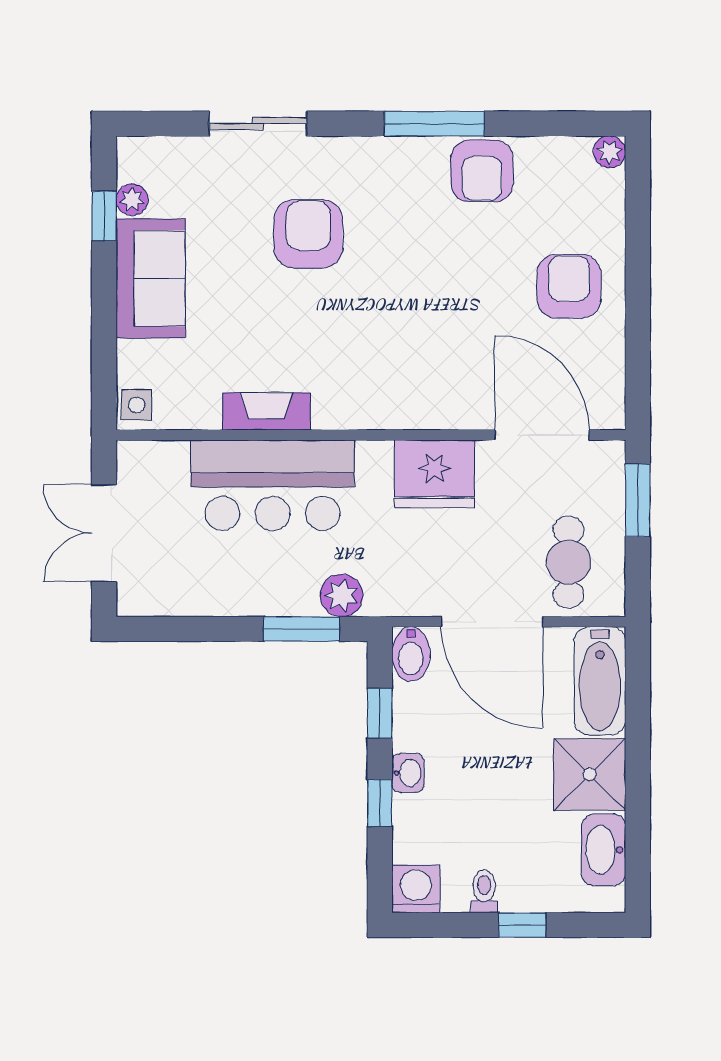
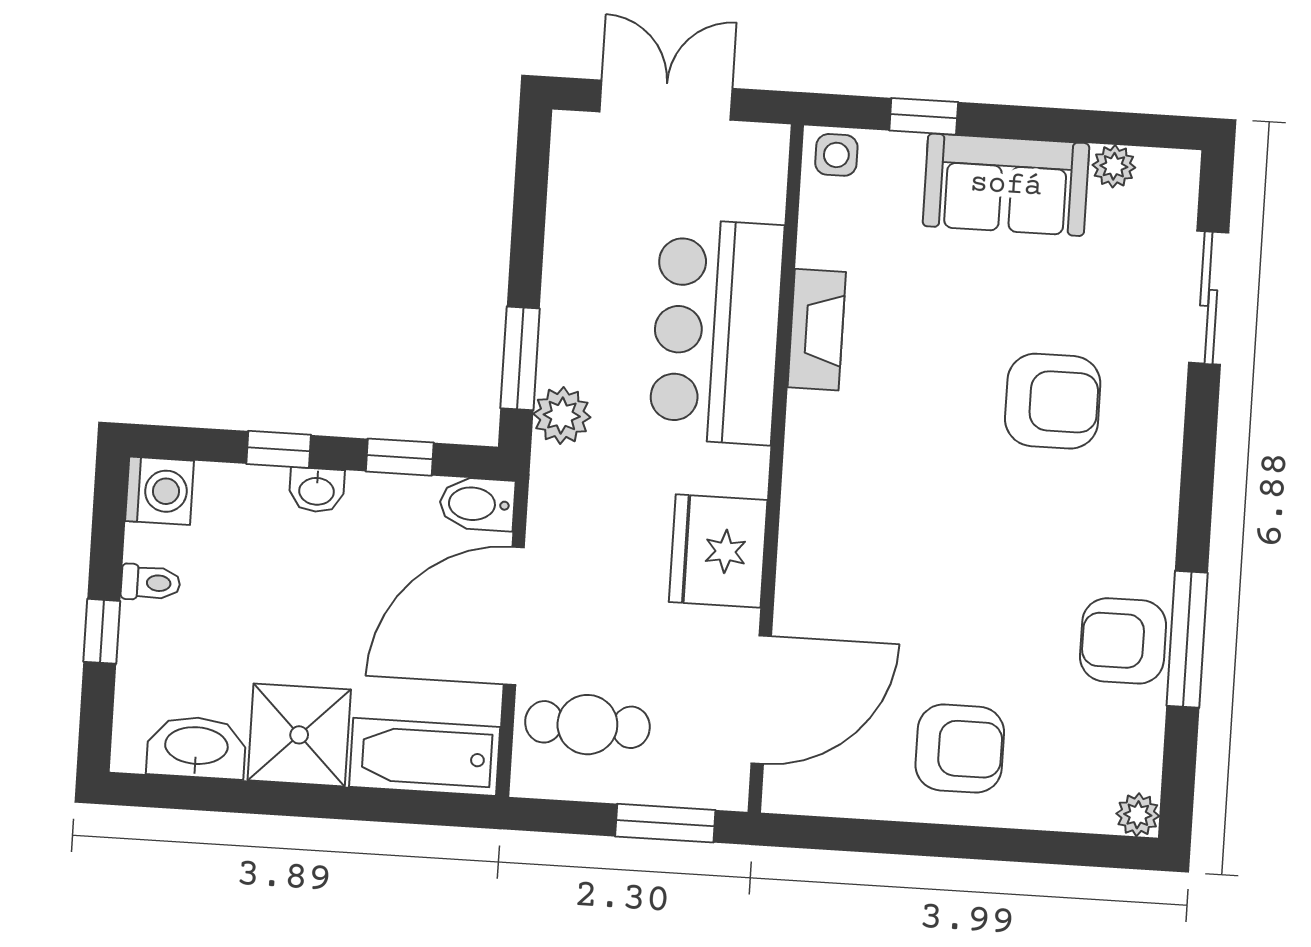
sliding door: (258, 124) -> (1209, 298), moved
window: (434, 124) -> (1187, 639), moved
window: (104, 216) -> (924, 116), moved

